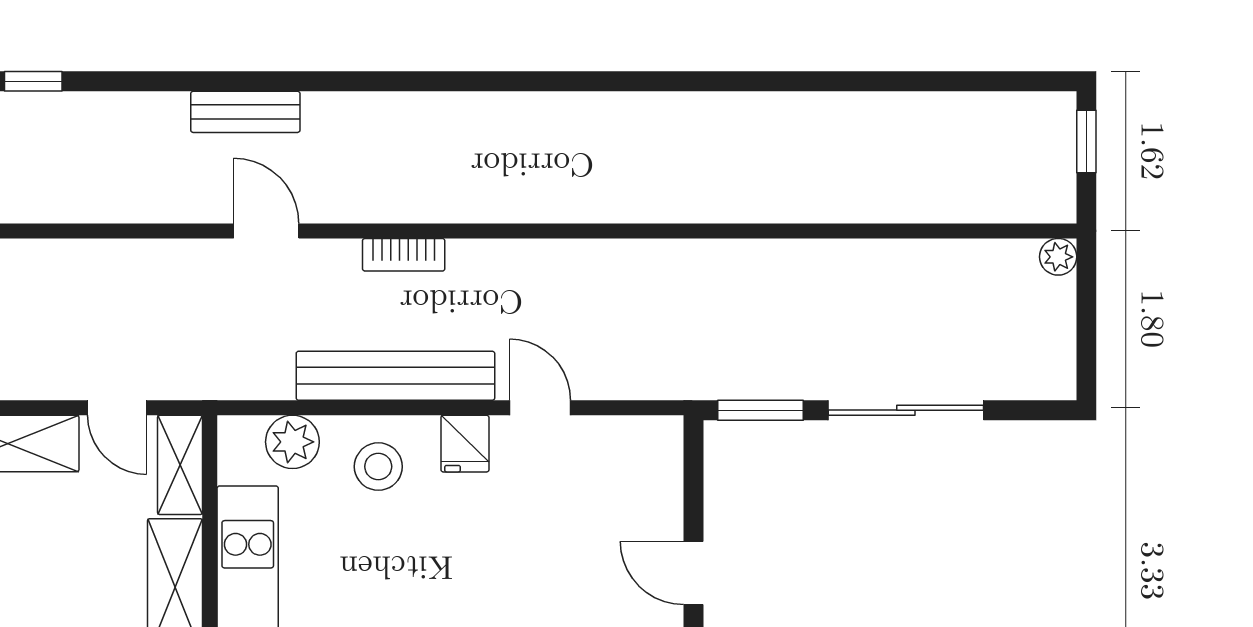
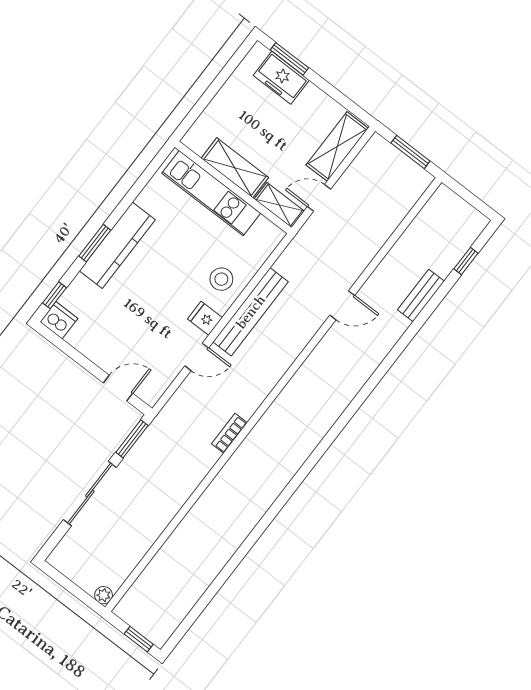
bench: (245, 112) -> (421, 295), moved
bookcase: (404, 255) -> (229, 433), moved
plant: (292, 442) -> (255, 254), removed
door: (694, 573) -> (118, 388), moved

